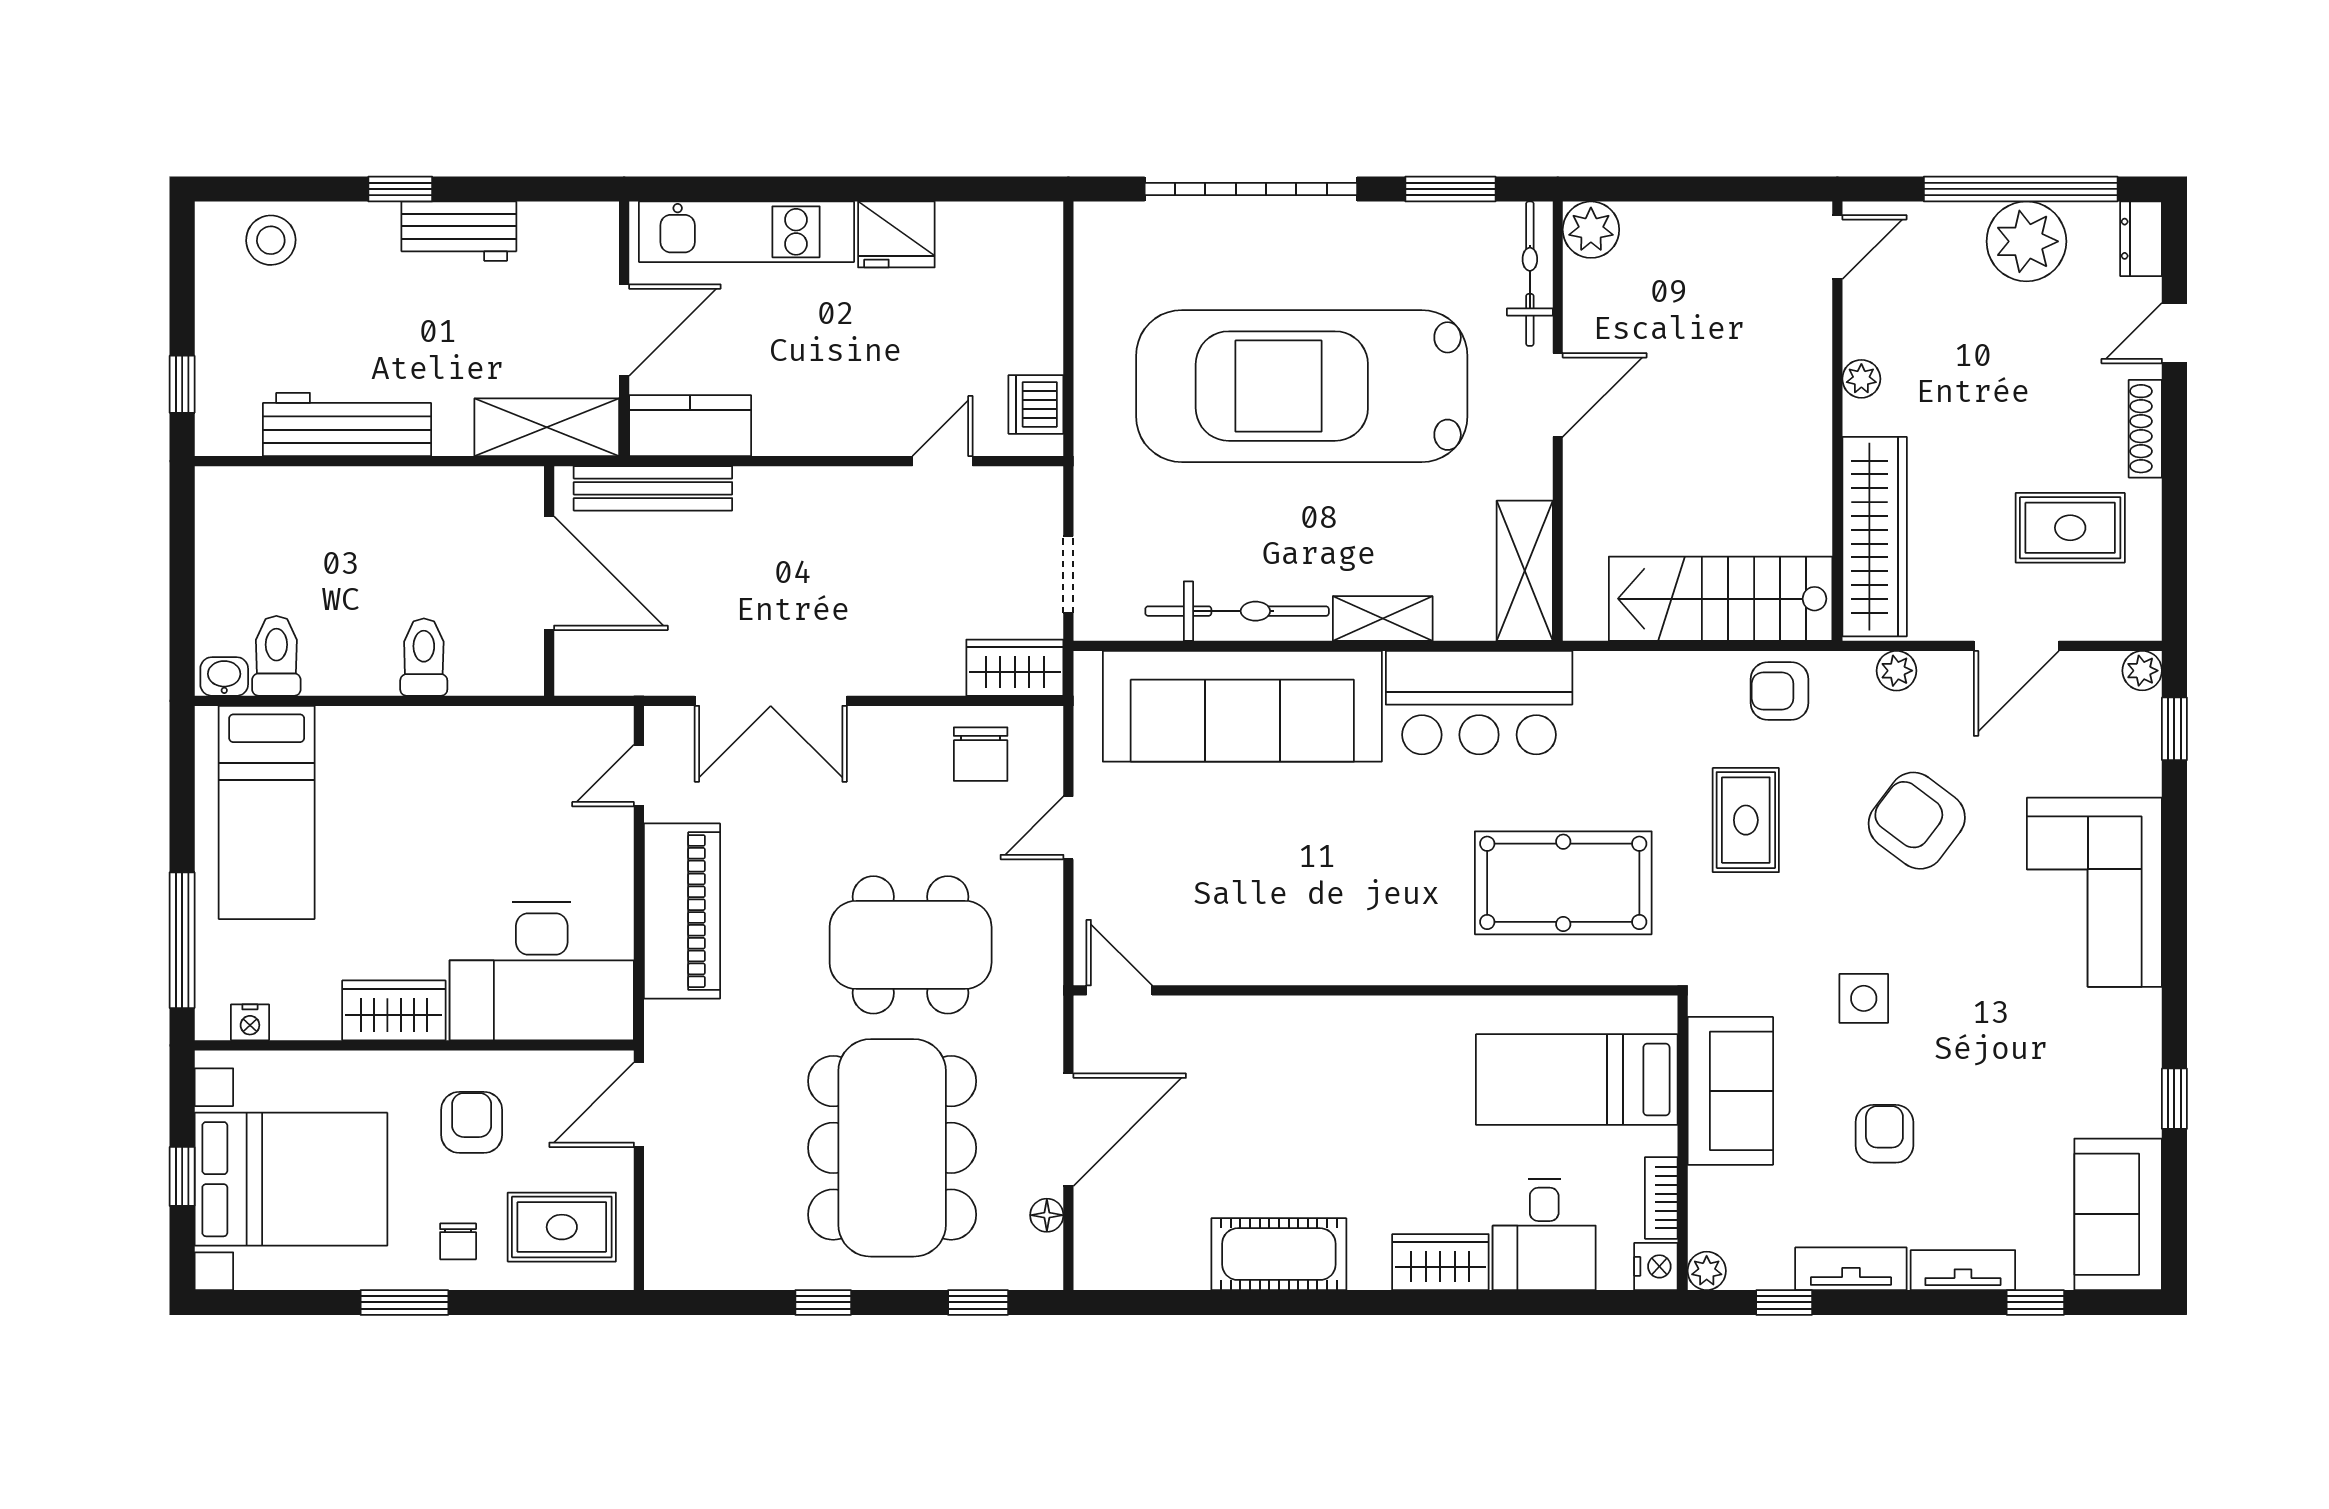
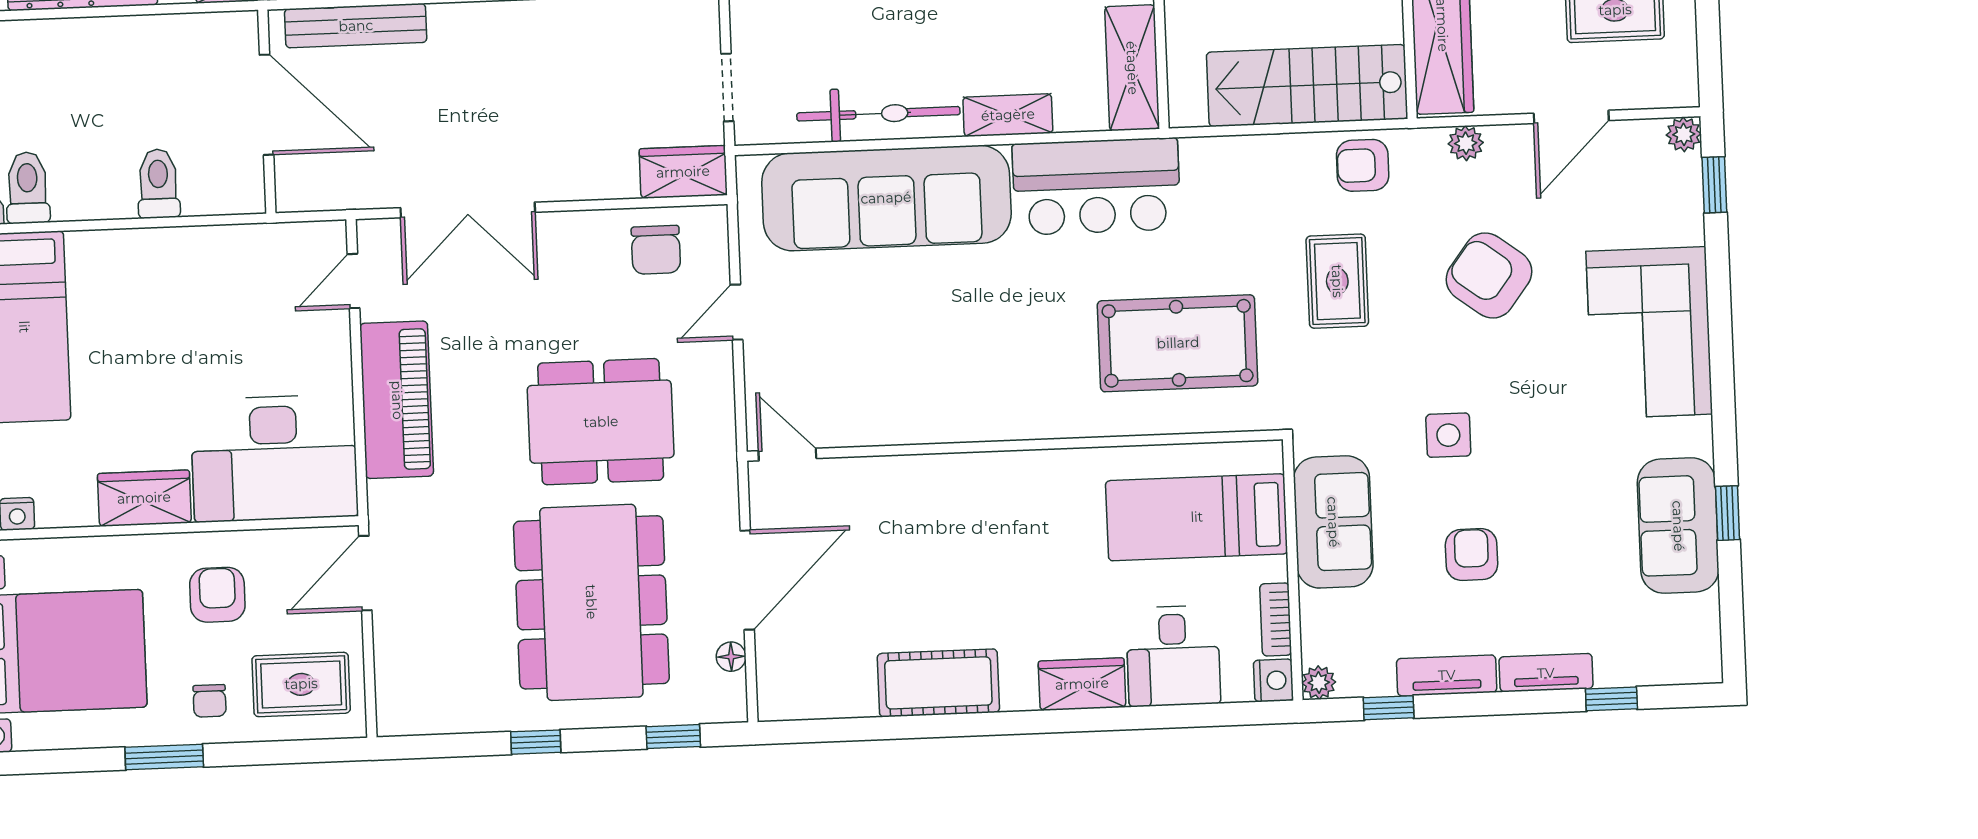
sofa: (2118, 1214) -> (1678, 526), moved

